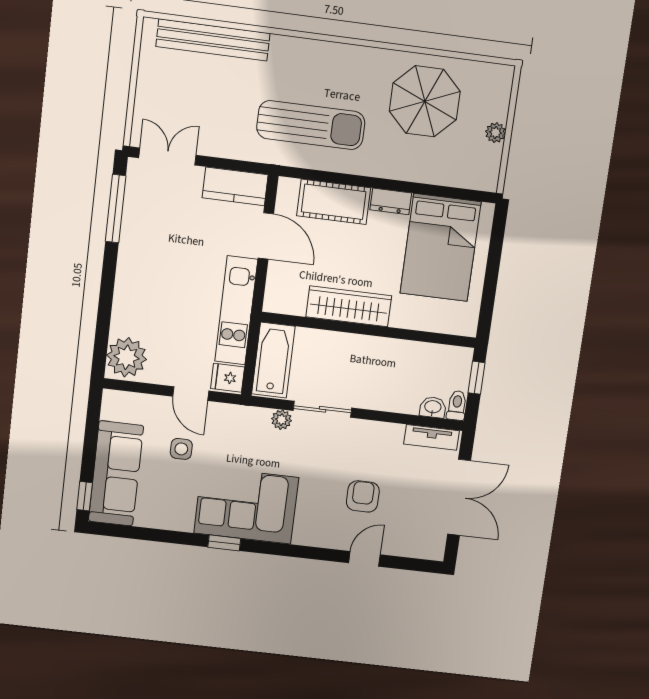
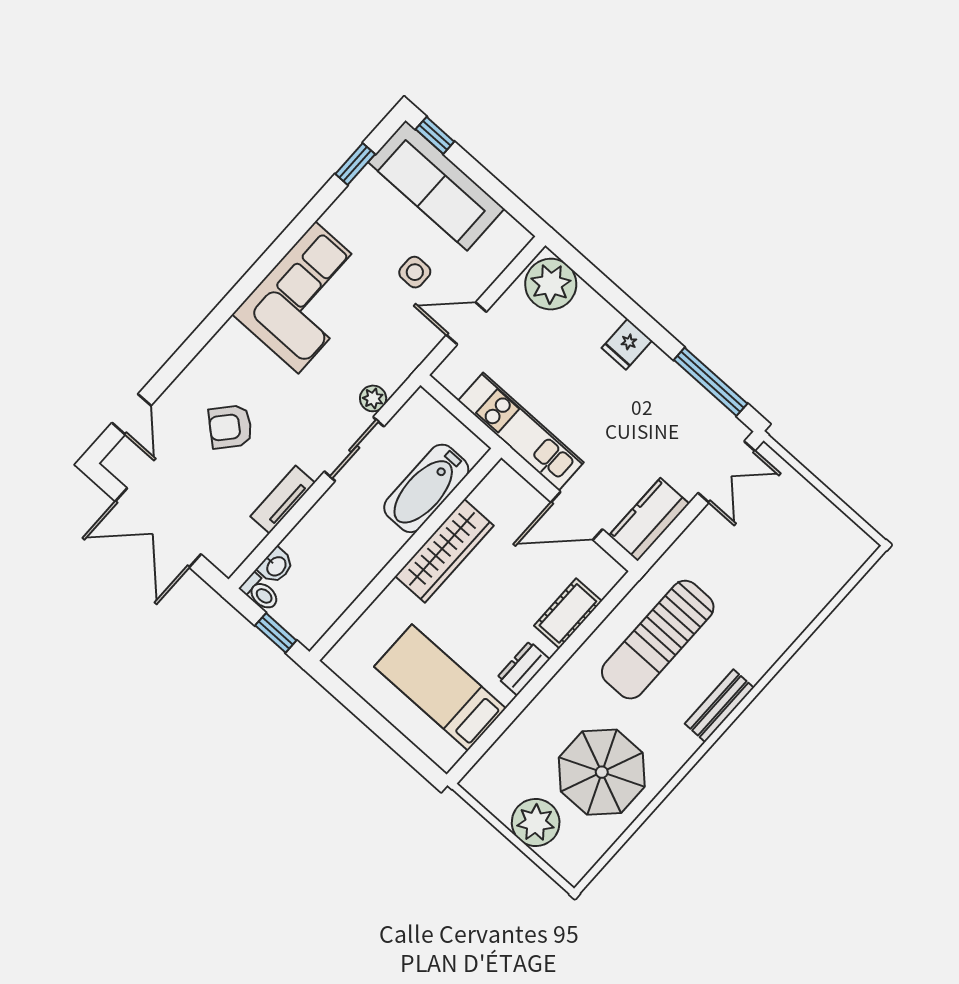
bench: (213, 40) -> (719, 706), moved, width x0.54, depth x0.82
plant: (496, 133) -> (536, 822), width x1.88, depth x1.88
cot: (334, 202) -> (568, 613), width x0.73, depth x0.75
bed: (440, 248) -> (440, 687), width x0.67
bathtub: (273, 360) -> (426, 488), moved, turned 90
fridge: (228, 378) -> (627, 344), moved, turned 180
tv unit: (432, 437) -> (283, 499), moved
armchair: (363, 496) -> (230, 427), turned 131
window: (224, 543) -> (355, 164), moved
door: (364, 559) -> (131, 414), moved

